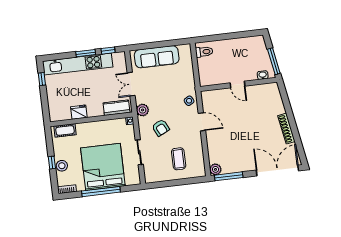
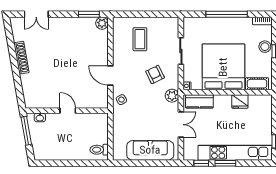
bed: (103, 167) -> (223, 67), moved, turned 180
double door: (277, 170) -> (36, 14), width x0.54
window: (229, 176) -> (89, 14), width x0.69

